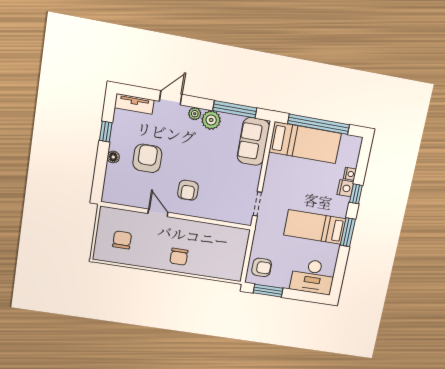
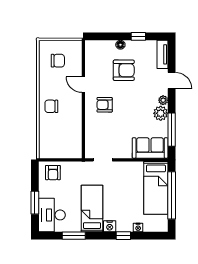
nightstand: (345, 188) -> (110, 226), moved
door: (158, 213) -> (83, 85), swing flipped
window: (348, 232) -> (74, 236), moved
window: (268, 291) -> (35, 203), moved

